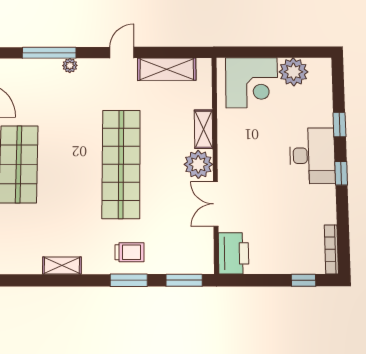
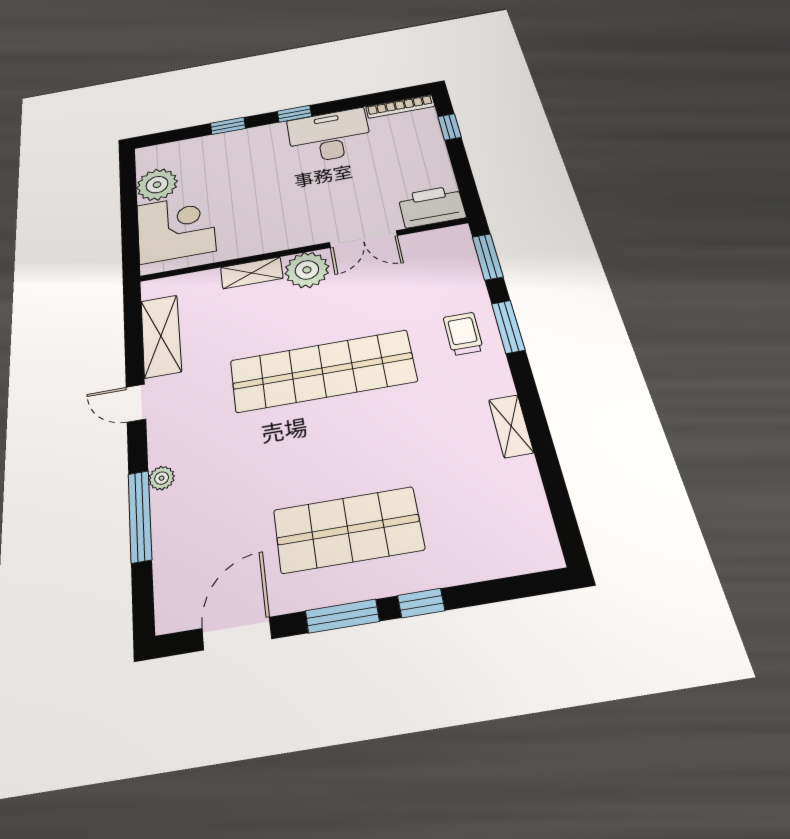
desk: (312, 156) -> (329, 136), moved

